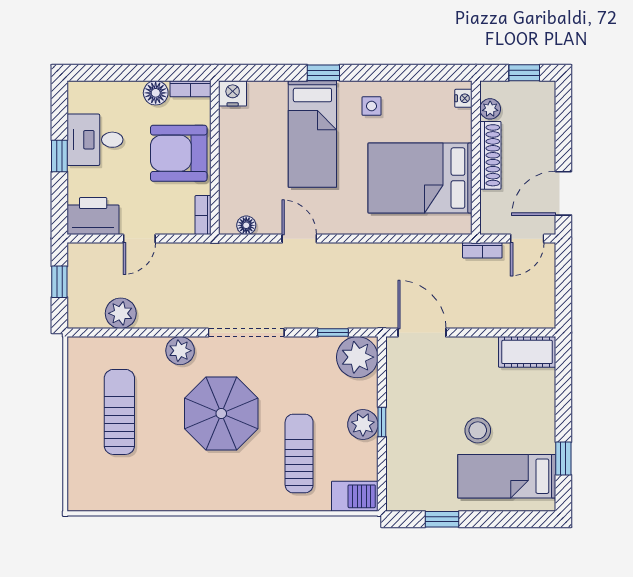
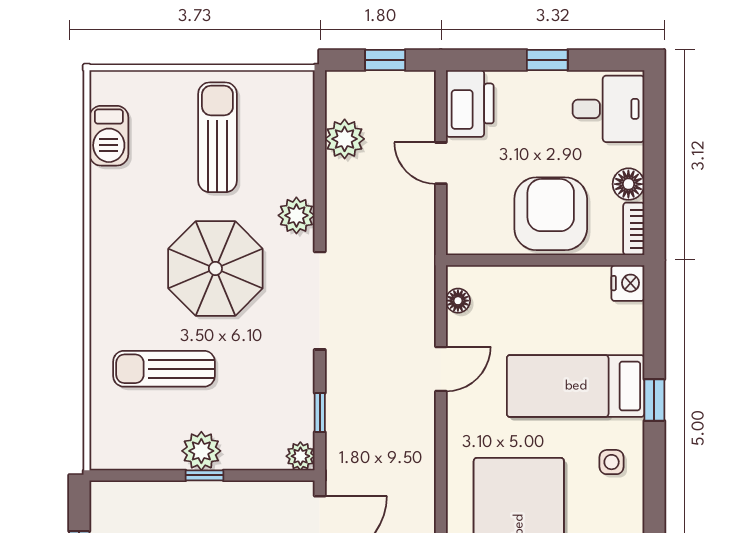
desk: (95, 140) -> (608, 109), moved, turned 90
bookcase: (203, 215) -> (471, 245), removed
plant: (357, 357) -> (300, 456), width x0.53, depth x0.53
sun lounger: (119, 412) -> (217, 137), turned -90
sun lounger: (299, 453) -> (164, 369), turned 180
barbecue: (355, 496) -> (109, 136), moved

